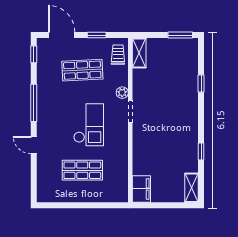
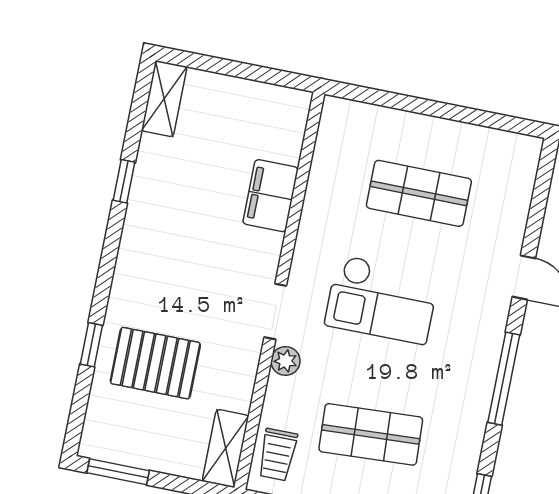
pallet: (174, 81) -> (155, 363), added
checkout: (89, 125) -> (382, 300), turned -90
filing cabinet: (141, 189) -> (271, 196), moved

